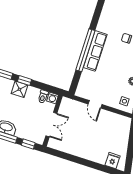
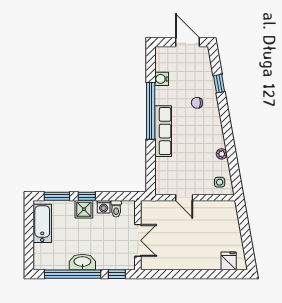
water cooler: (106, 13) -> (162, 79), added
window: (85, 50) -> (151, 111), moved
washing machine: (53, 98) -> (104, 207), moved

